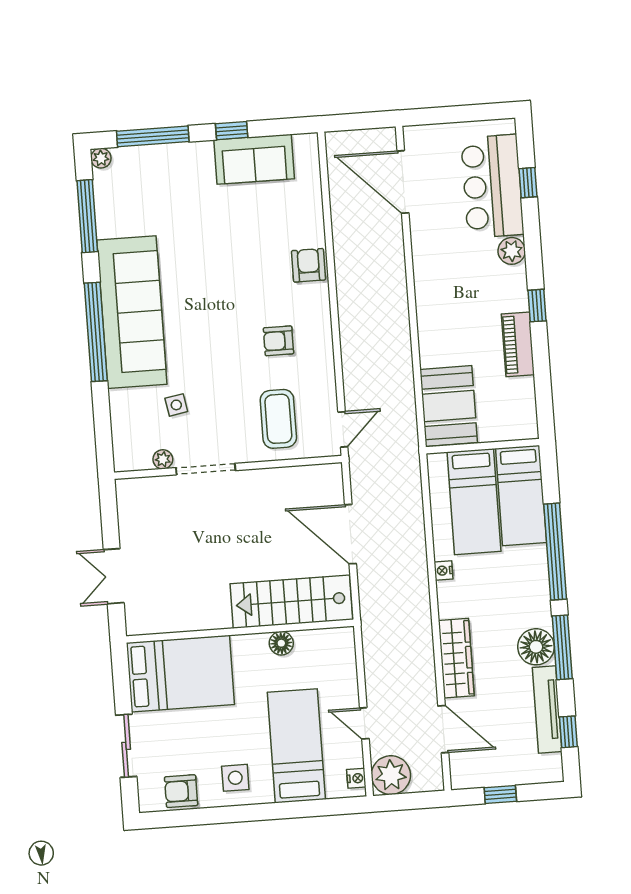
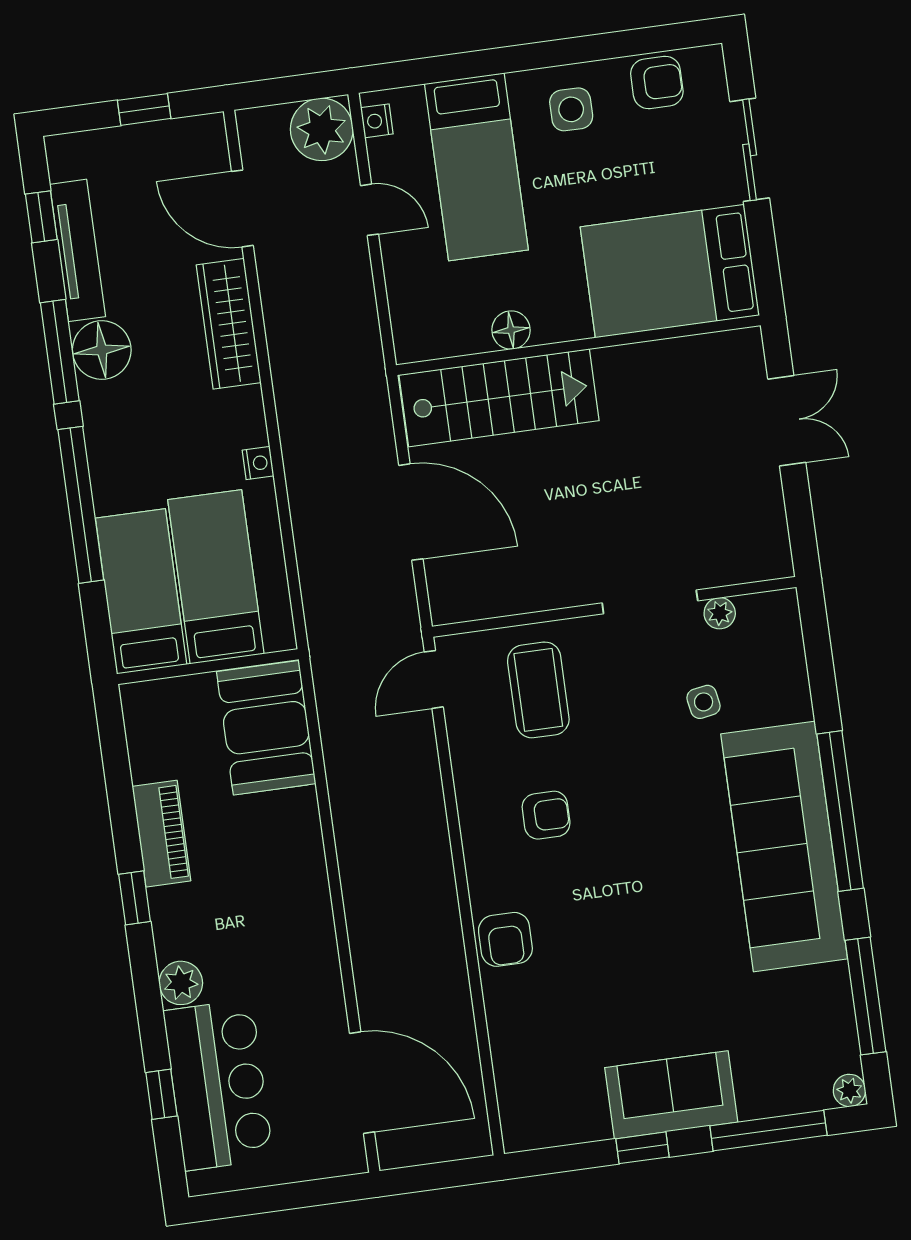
sofa: (254, 159) -> (671, 1095), moved

